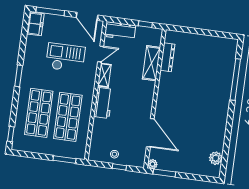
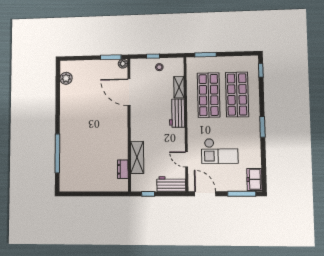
door: (101, 54) -> (186, 159), hinge flipped
dresser: (167, 57) -> (123, 169), width x0.70
shelving: (104, 75) -> (179, 87), moved

